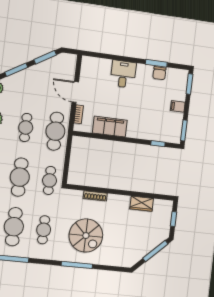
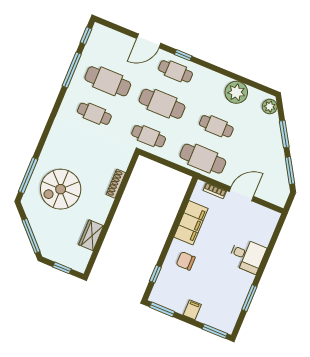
chair: (159, 73) -> (186, 261), moved
spiral stairs: (86, 236) -> (61, 189), moved
window: (77, 265) -> (28, 175), moved

